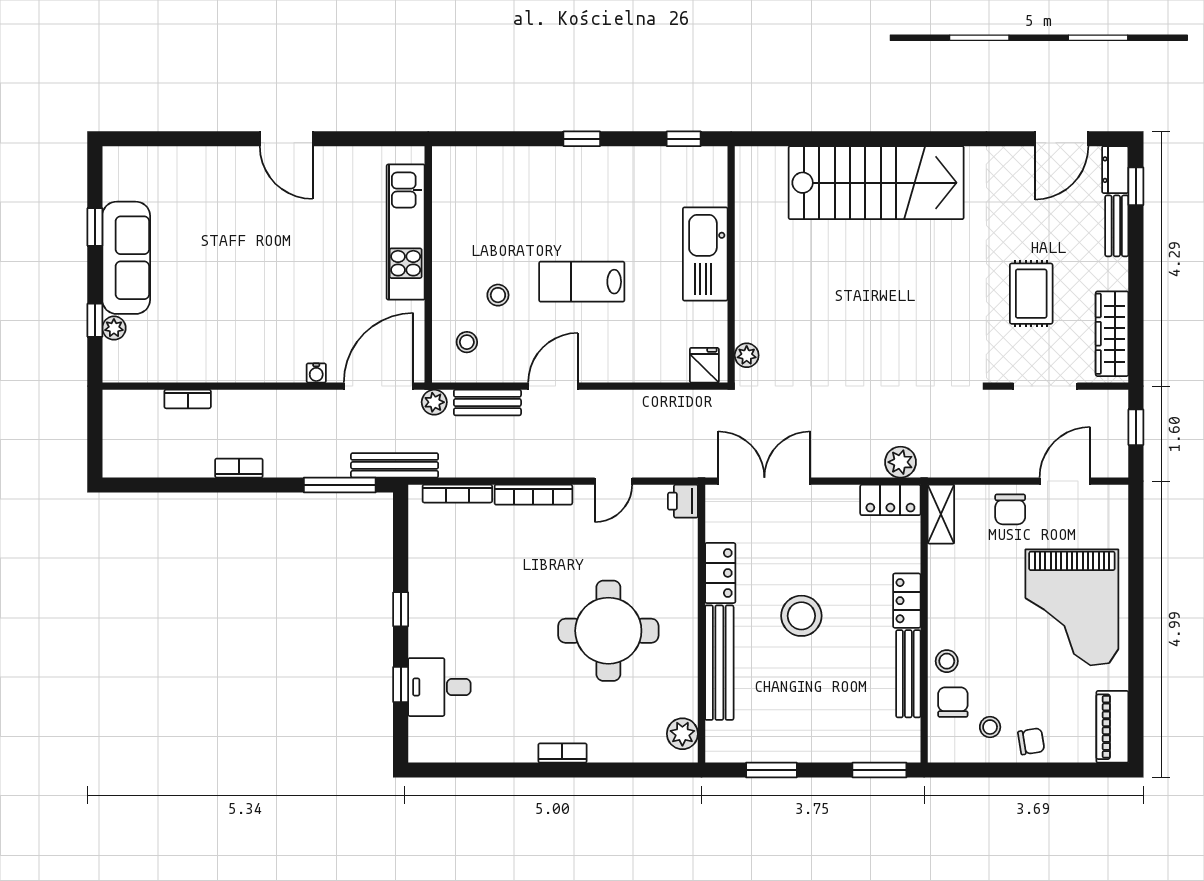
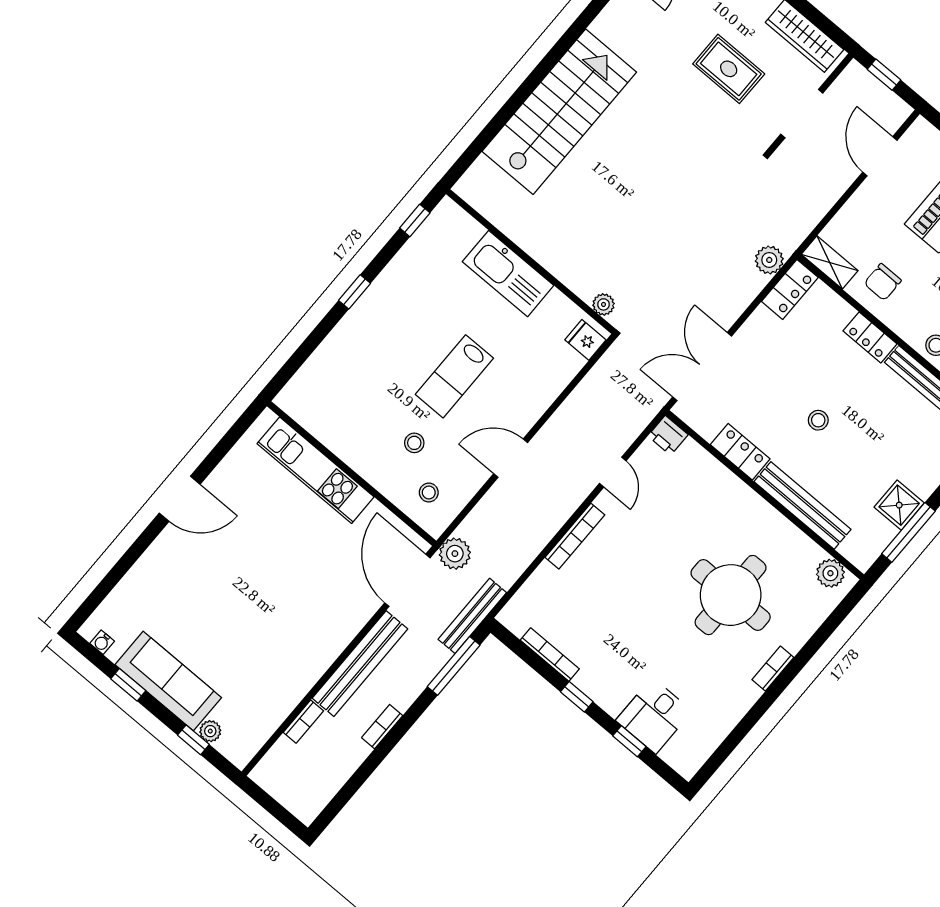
water cooler: (316, 373) -> (102, 642), moved, turned 90
door: (553, 386) -> (511, 458), hinge flipped
plant: (434, 402) -> (455, 554), width x1.38, depth x1.38
bench: (487, 403) -> (360, 664), moved, width x1.86, depth x1.21
bookcase: (457, 494) -> (550, 654), moved, turned -90
chair: (1010, 509) -> (883, 282), moved, turned 90
stool: (801, 616) -> (818, 420), width x0.53, depth x0.53
round table: (608, 631) -> (731, 595), moved
shower: (788, 743) -> (899, 505), added
window: (771, 770) -> (908, 532), width x1.44

